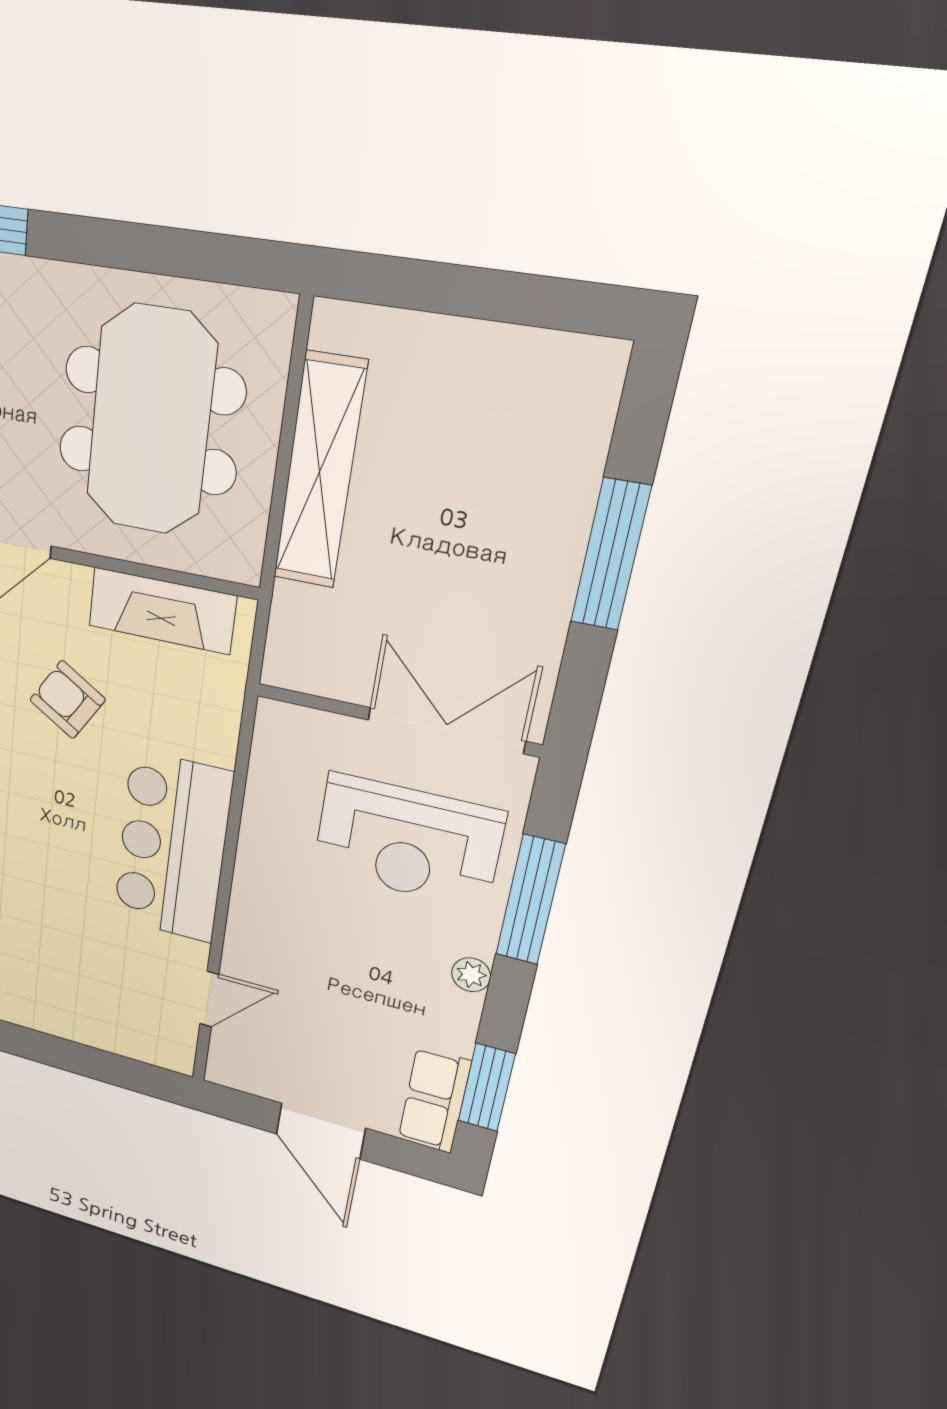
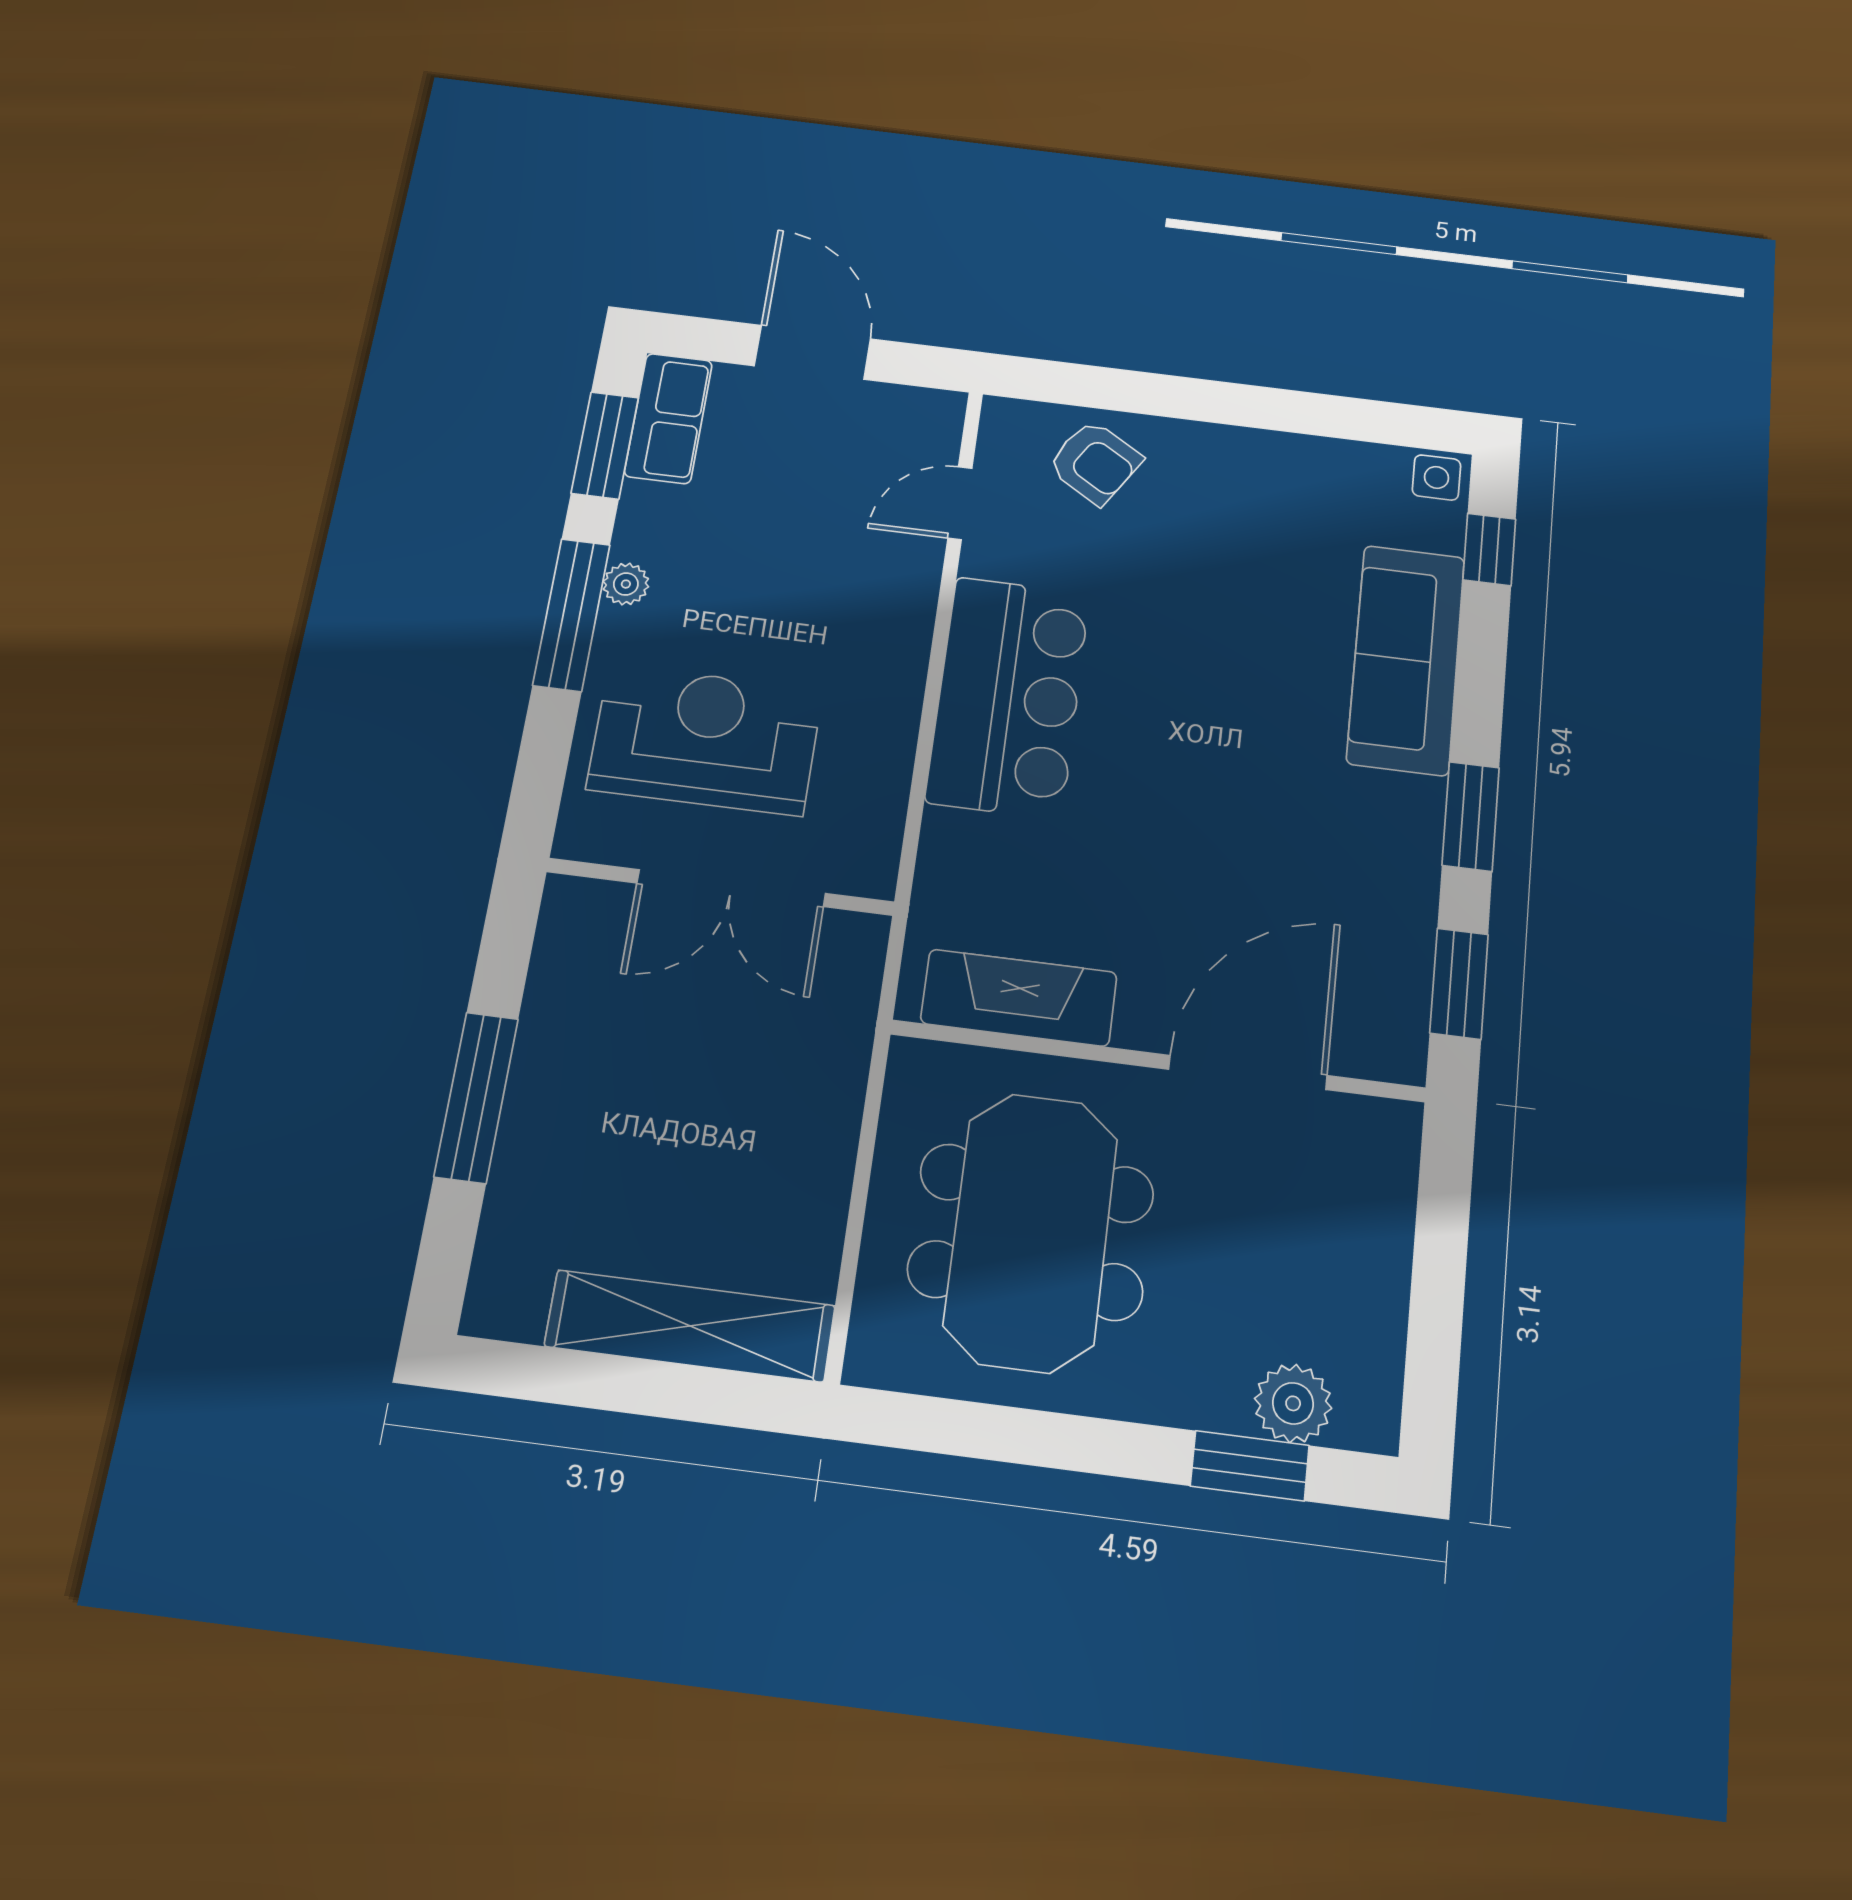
shelving: (320, 472) -> (690, 1326), moved, turned 90
armchair: (67, 700) -> (1095, 462), moved
double door: (446, 730) -> (731, 888), moved
window: (530, 900) -> (572, 615), moved

